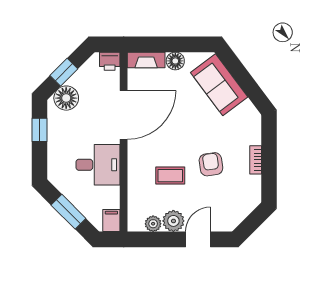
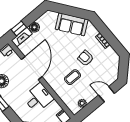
window: (152, 44) -> (19, 28), added
sofa: (219, 85) -> (72, 24), moved
plant: (173, 221) -> (90, 95), removed
door: (198, 239) -> (107, 94), hinge flipped

